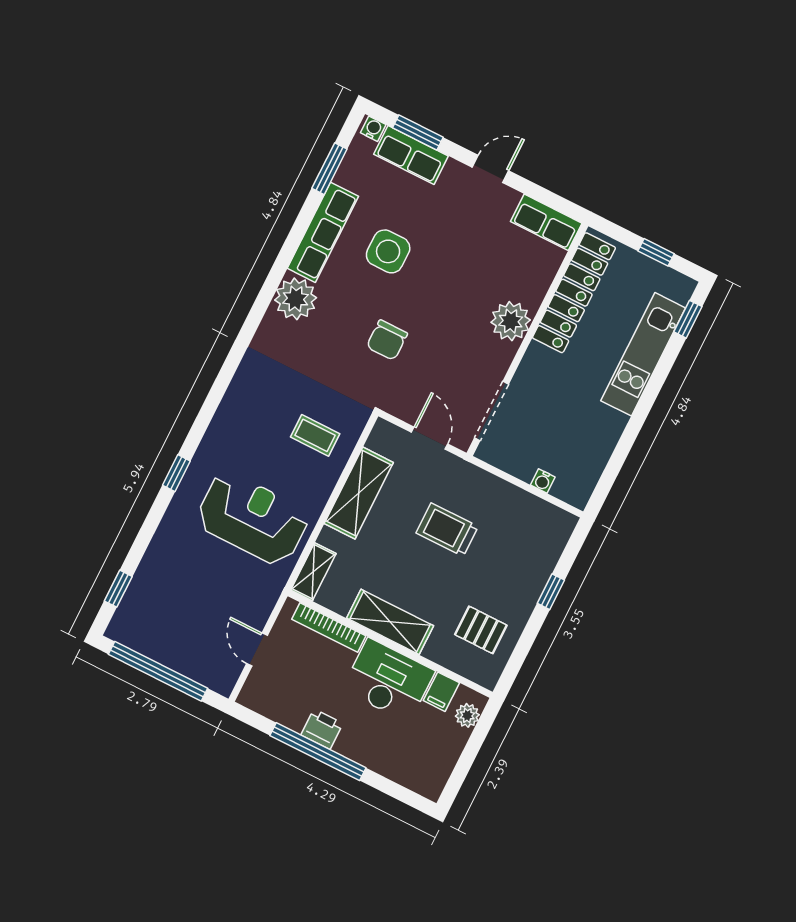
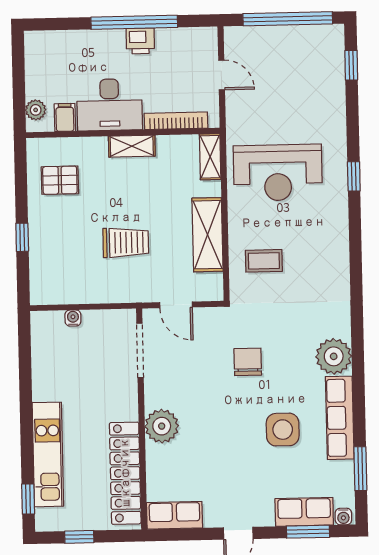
shelving: (390, 622) -> (132, 146), width x0.67, depth x0.75

